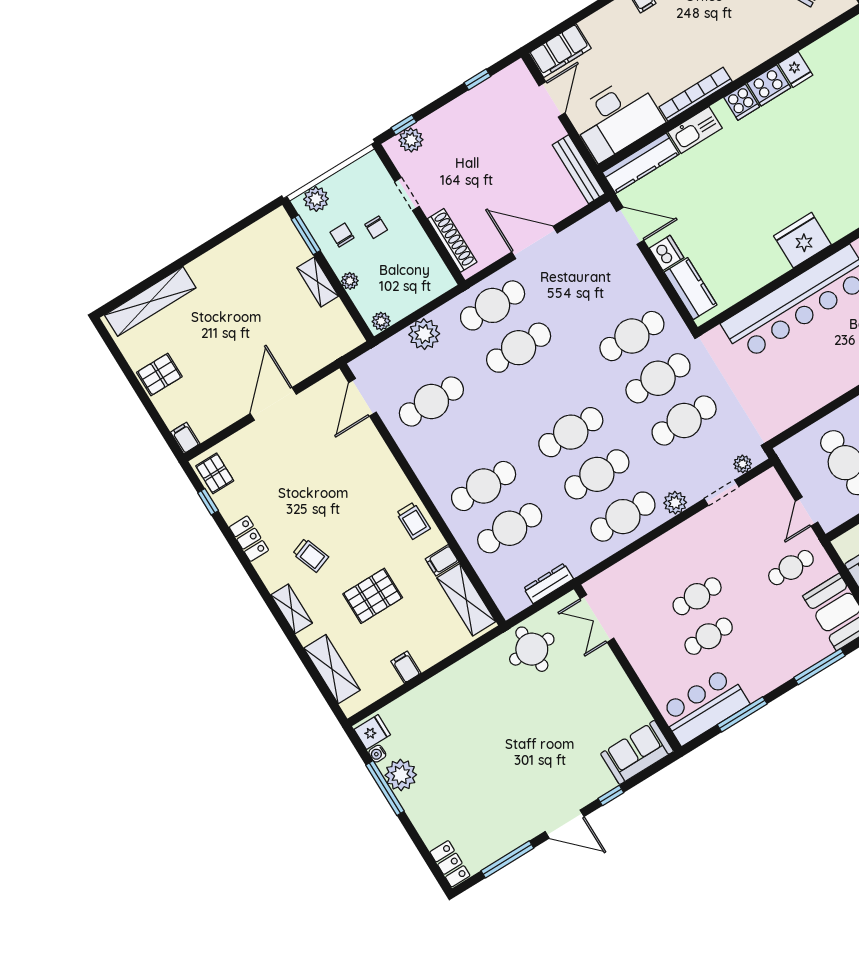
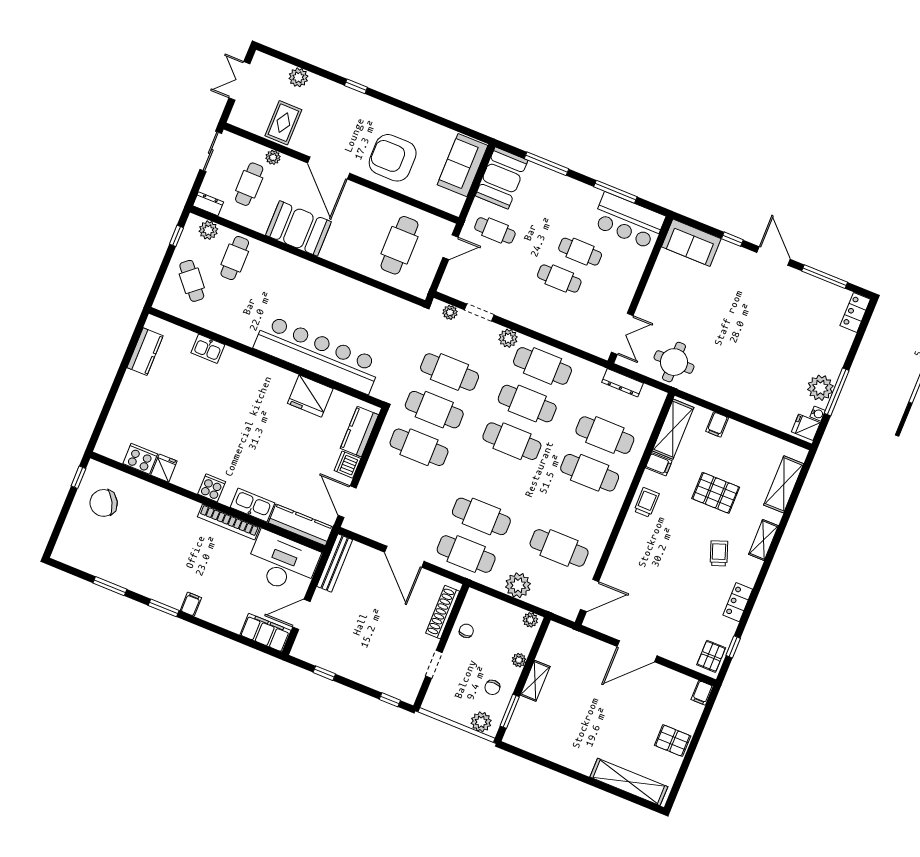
cooker: (769, 85) -> (140, 459), moved
plant: (411, 140) -> (396, 688), removed
chair: (376, 227) -> (466, 631), moved
fridge: (802, 240) -> (310, 396), moved
filing cabinet: (406, 667) -> (717, 424), moved

